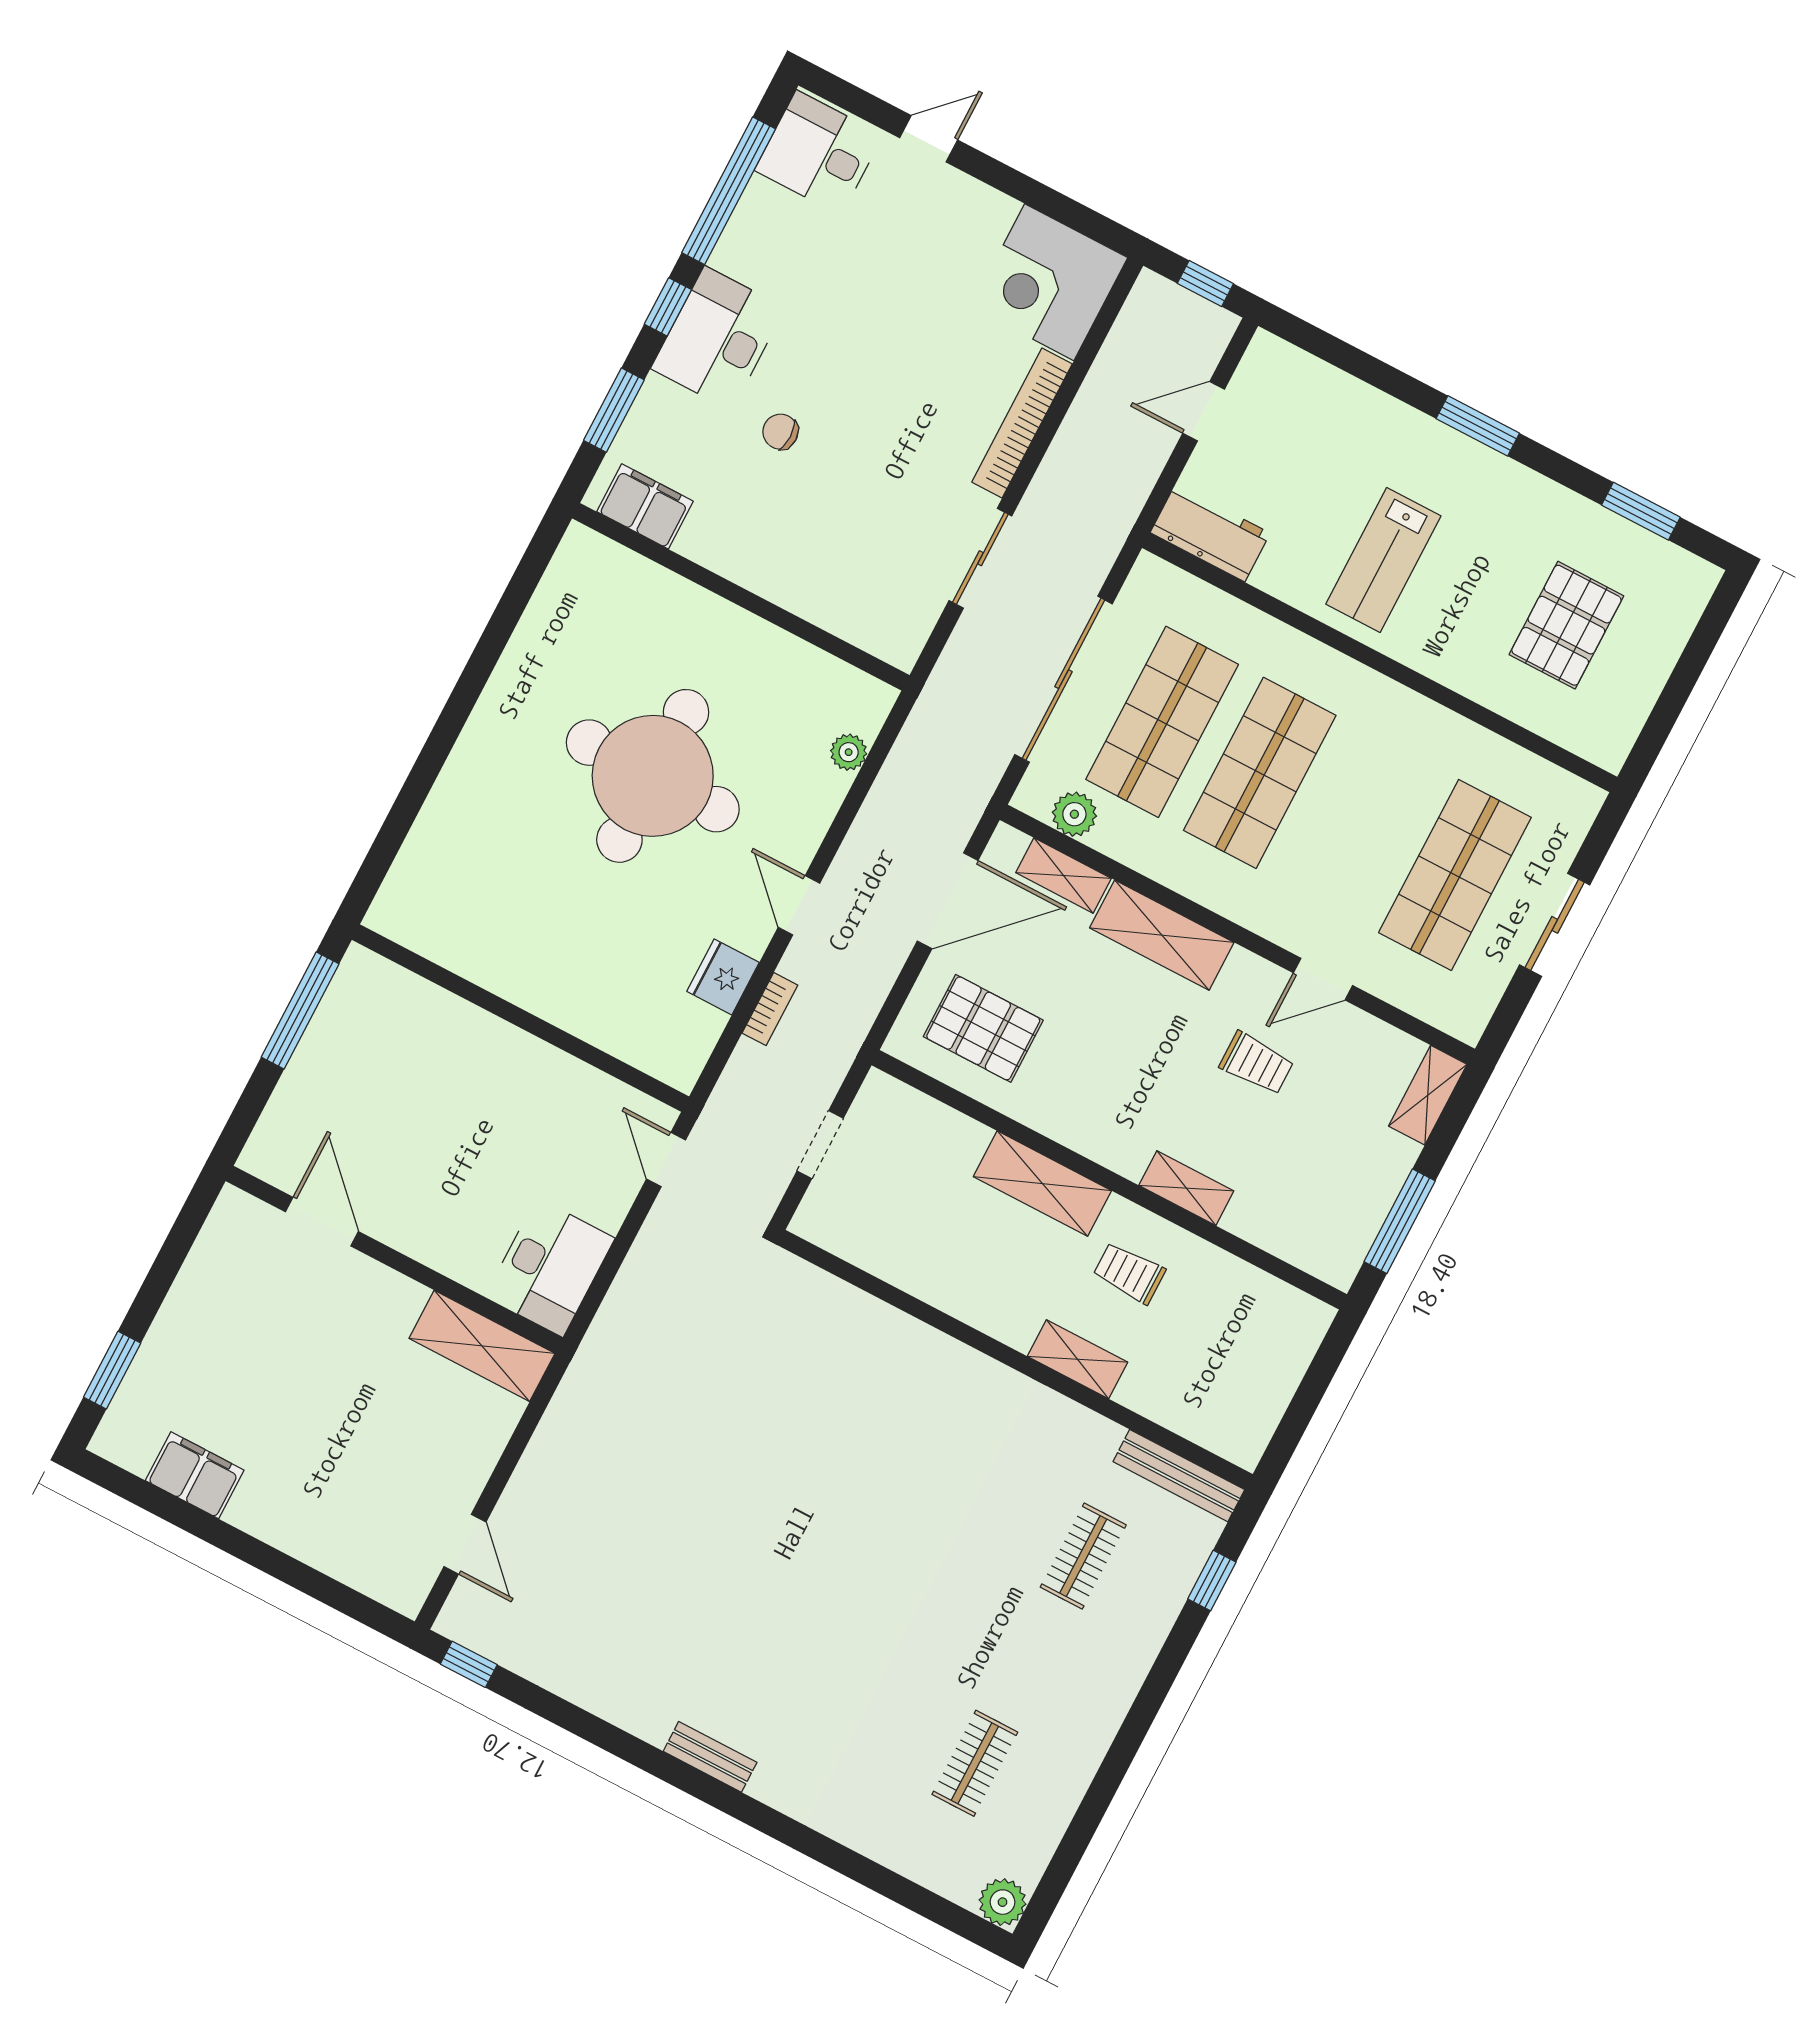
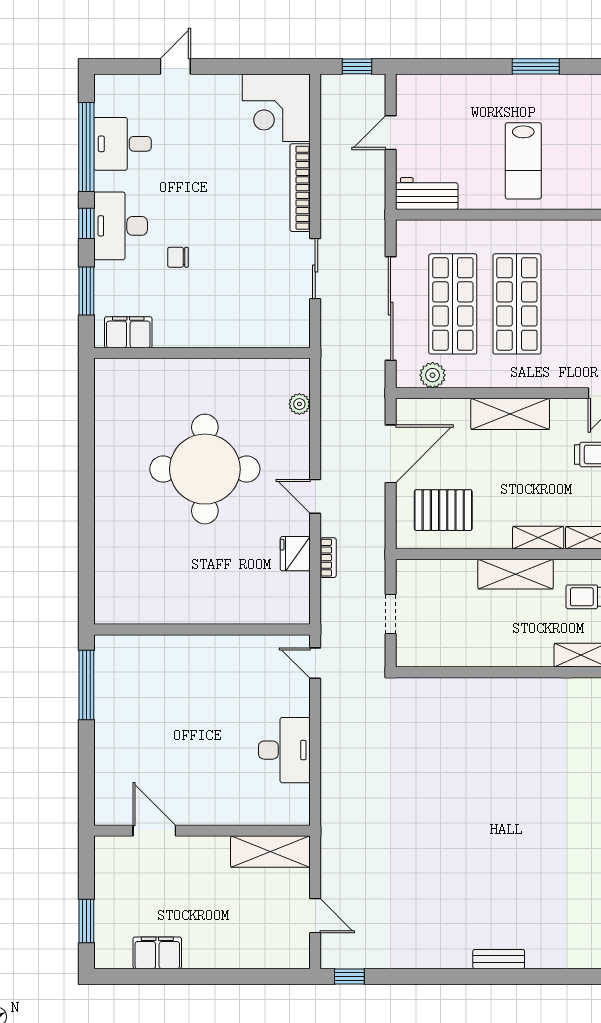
desk: (819, 153) -> (122, 144), moved
shelving: (1063, 875) -> (538, 538), moved
door: (322, 1222) -> (154, 831), moved
wall: (394, 1260) -> (202, 831), moved
shelving: (482, 1346) -> (270, 852), moved

